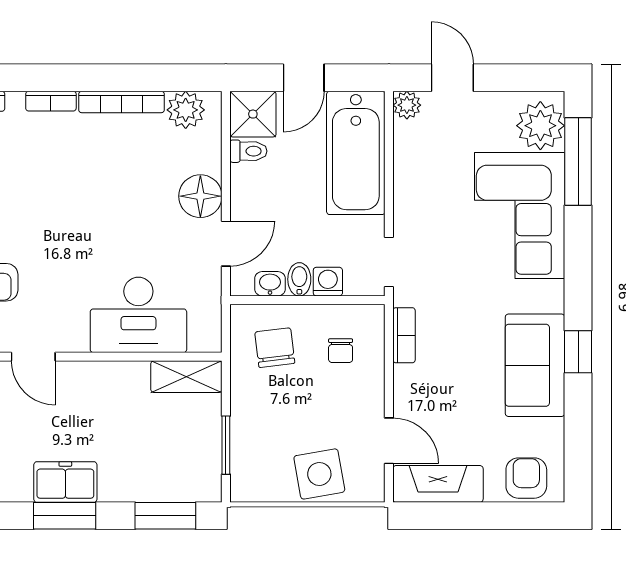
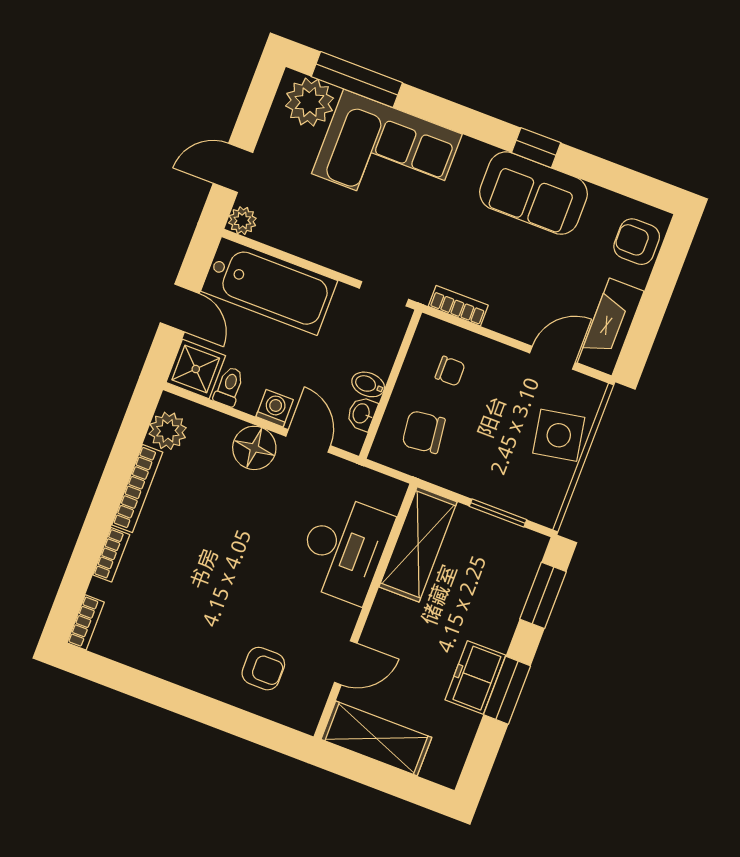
washing machine: (328, 282) -> (275, 408), moved, turned 90
shelving: (186, 377) -> (418, 544), width x1.50, depth x1.33

